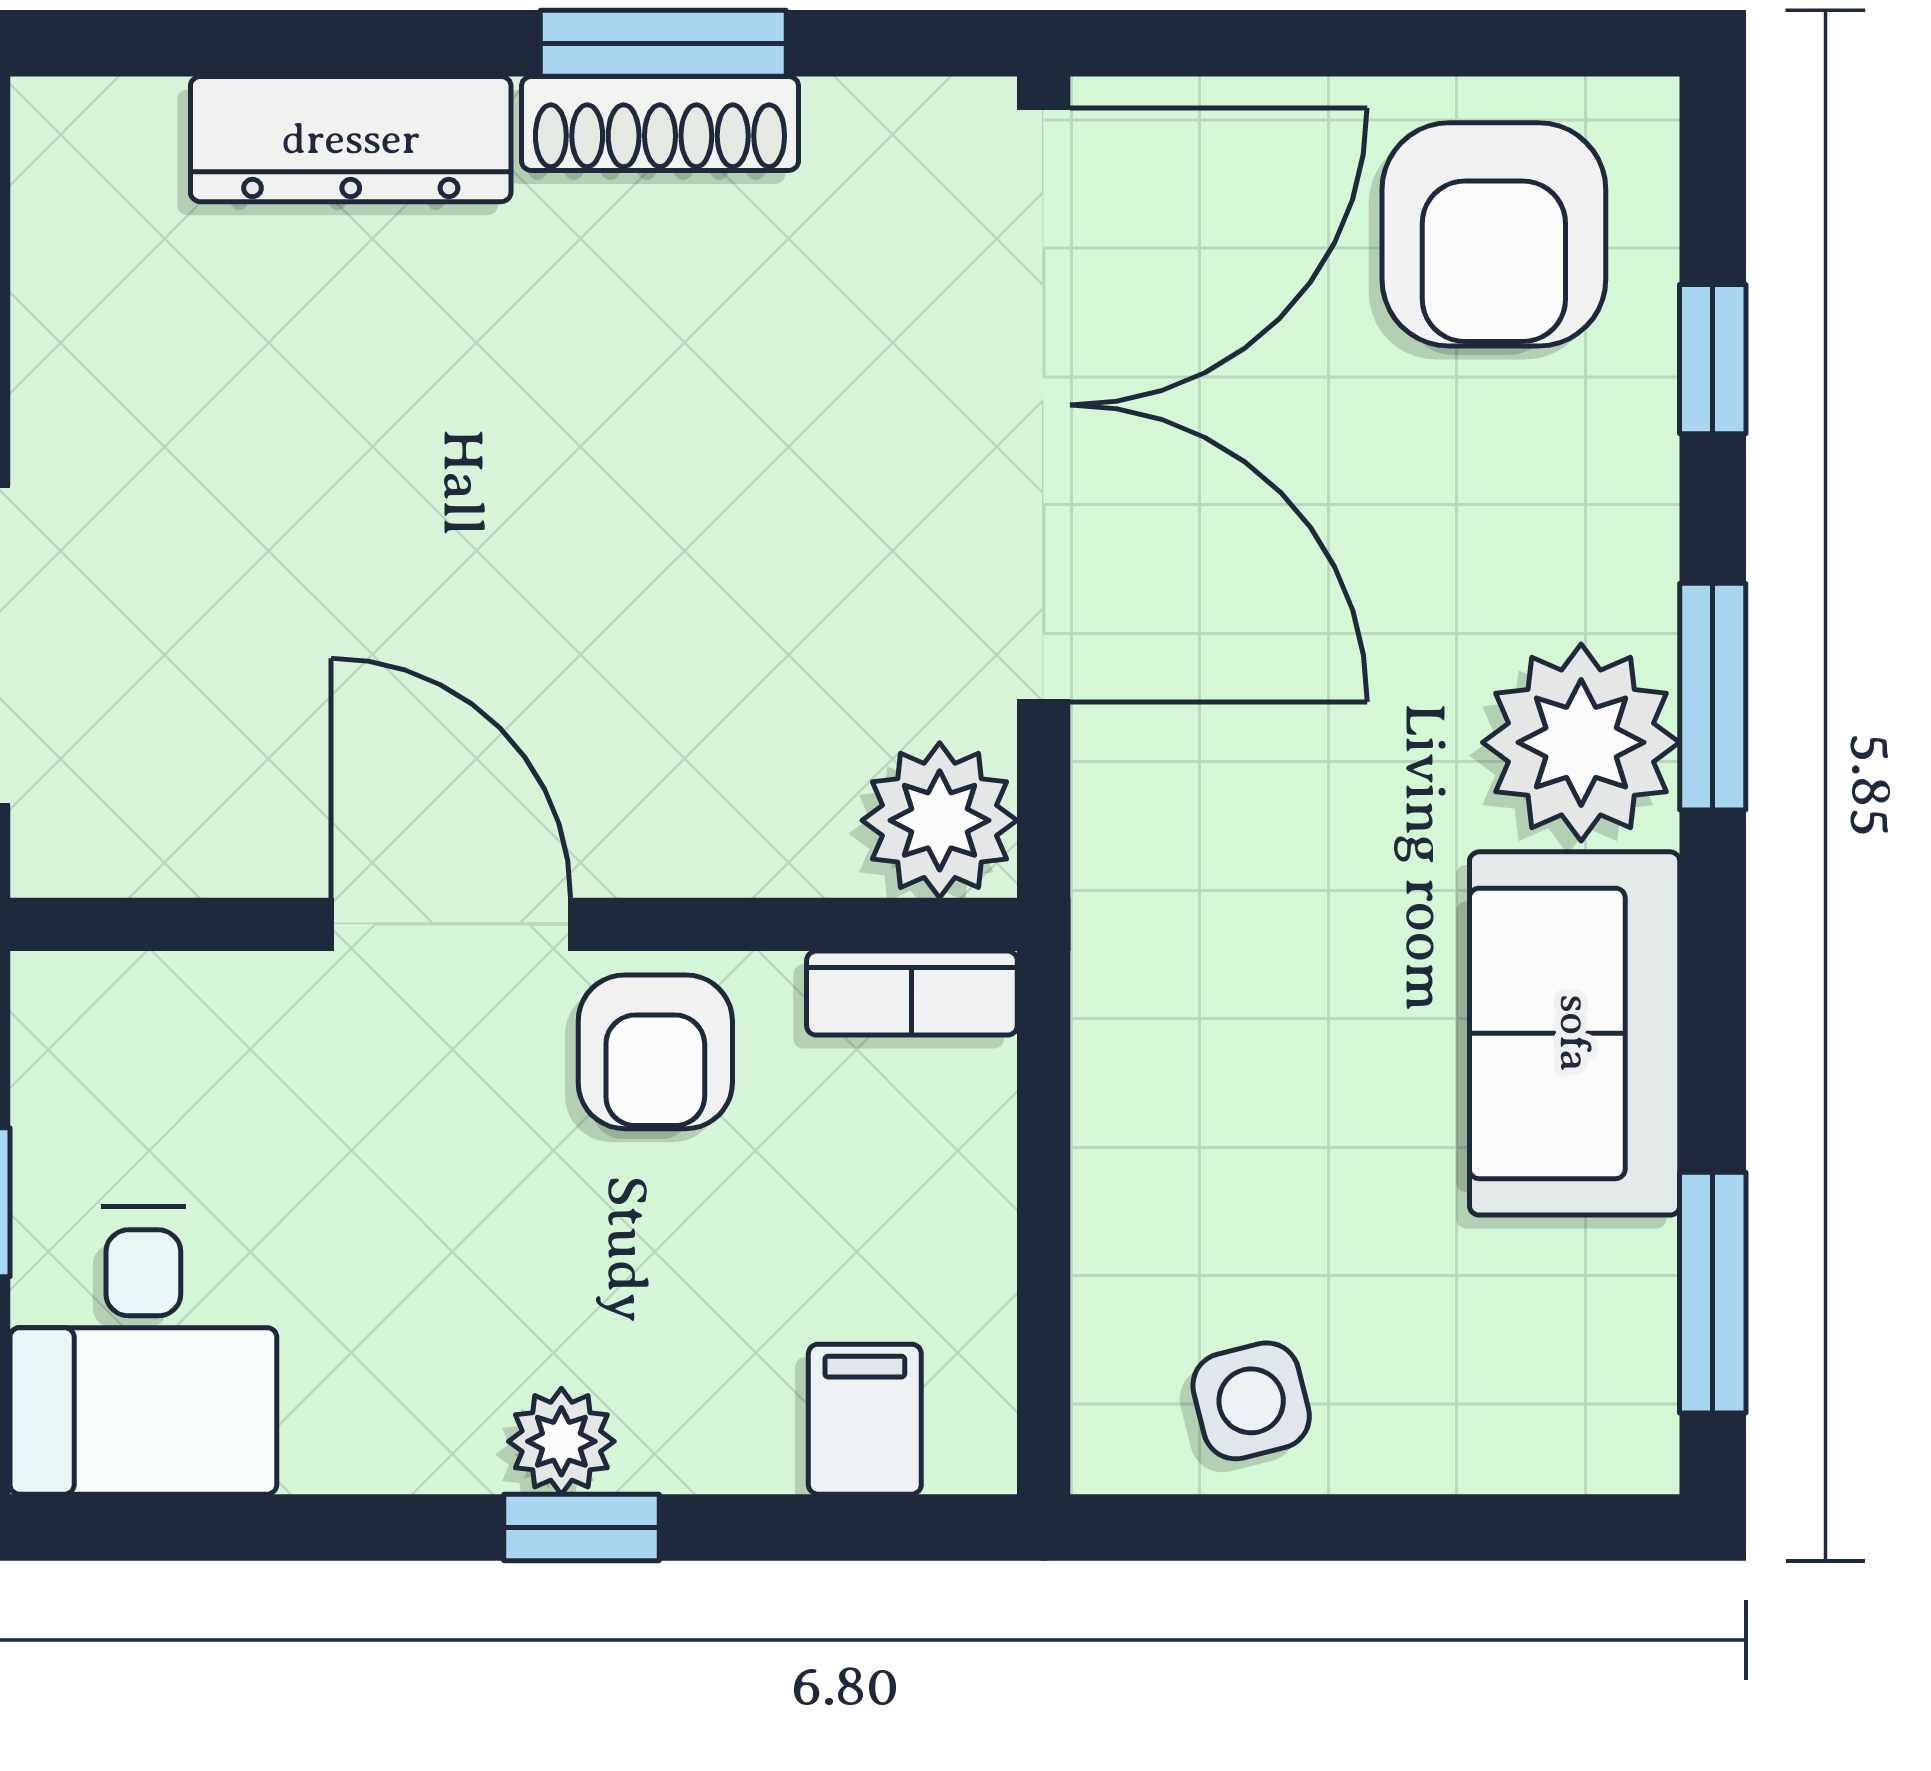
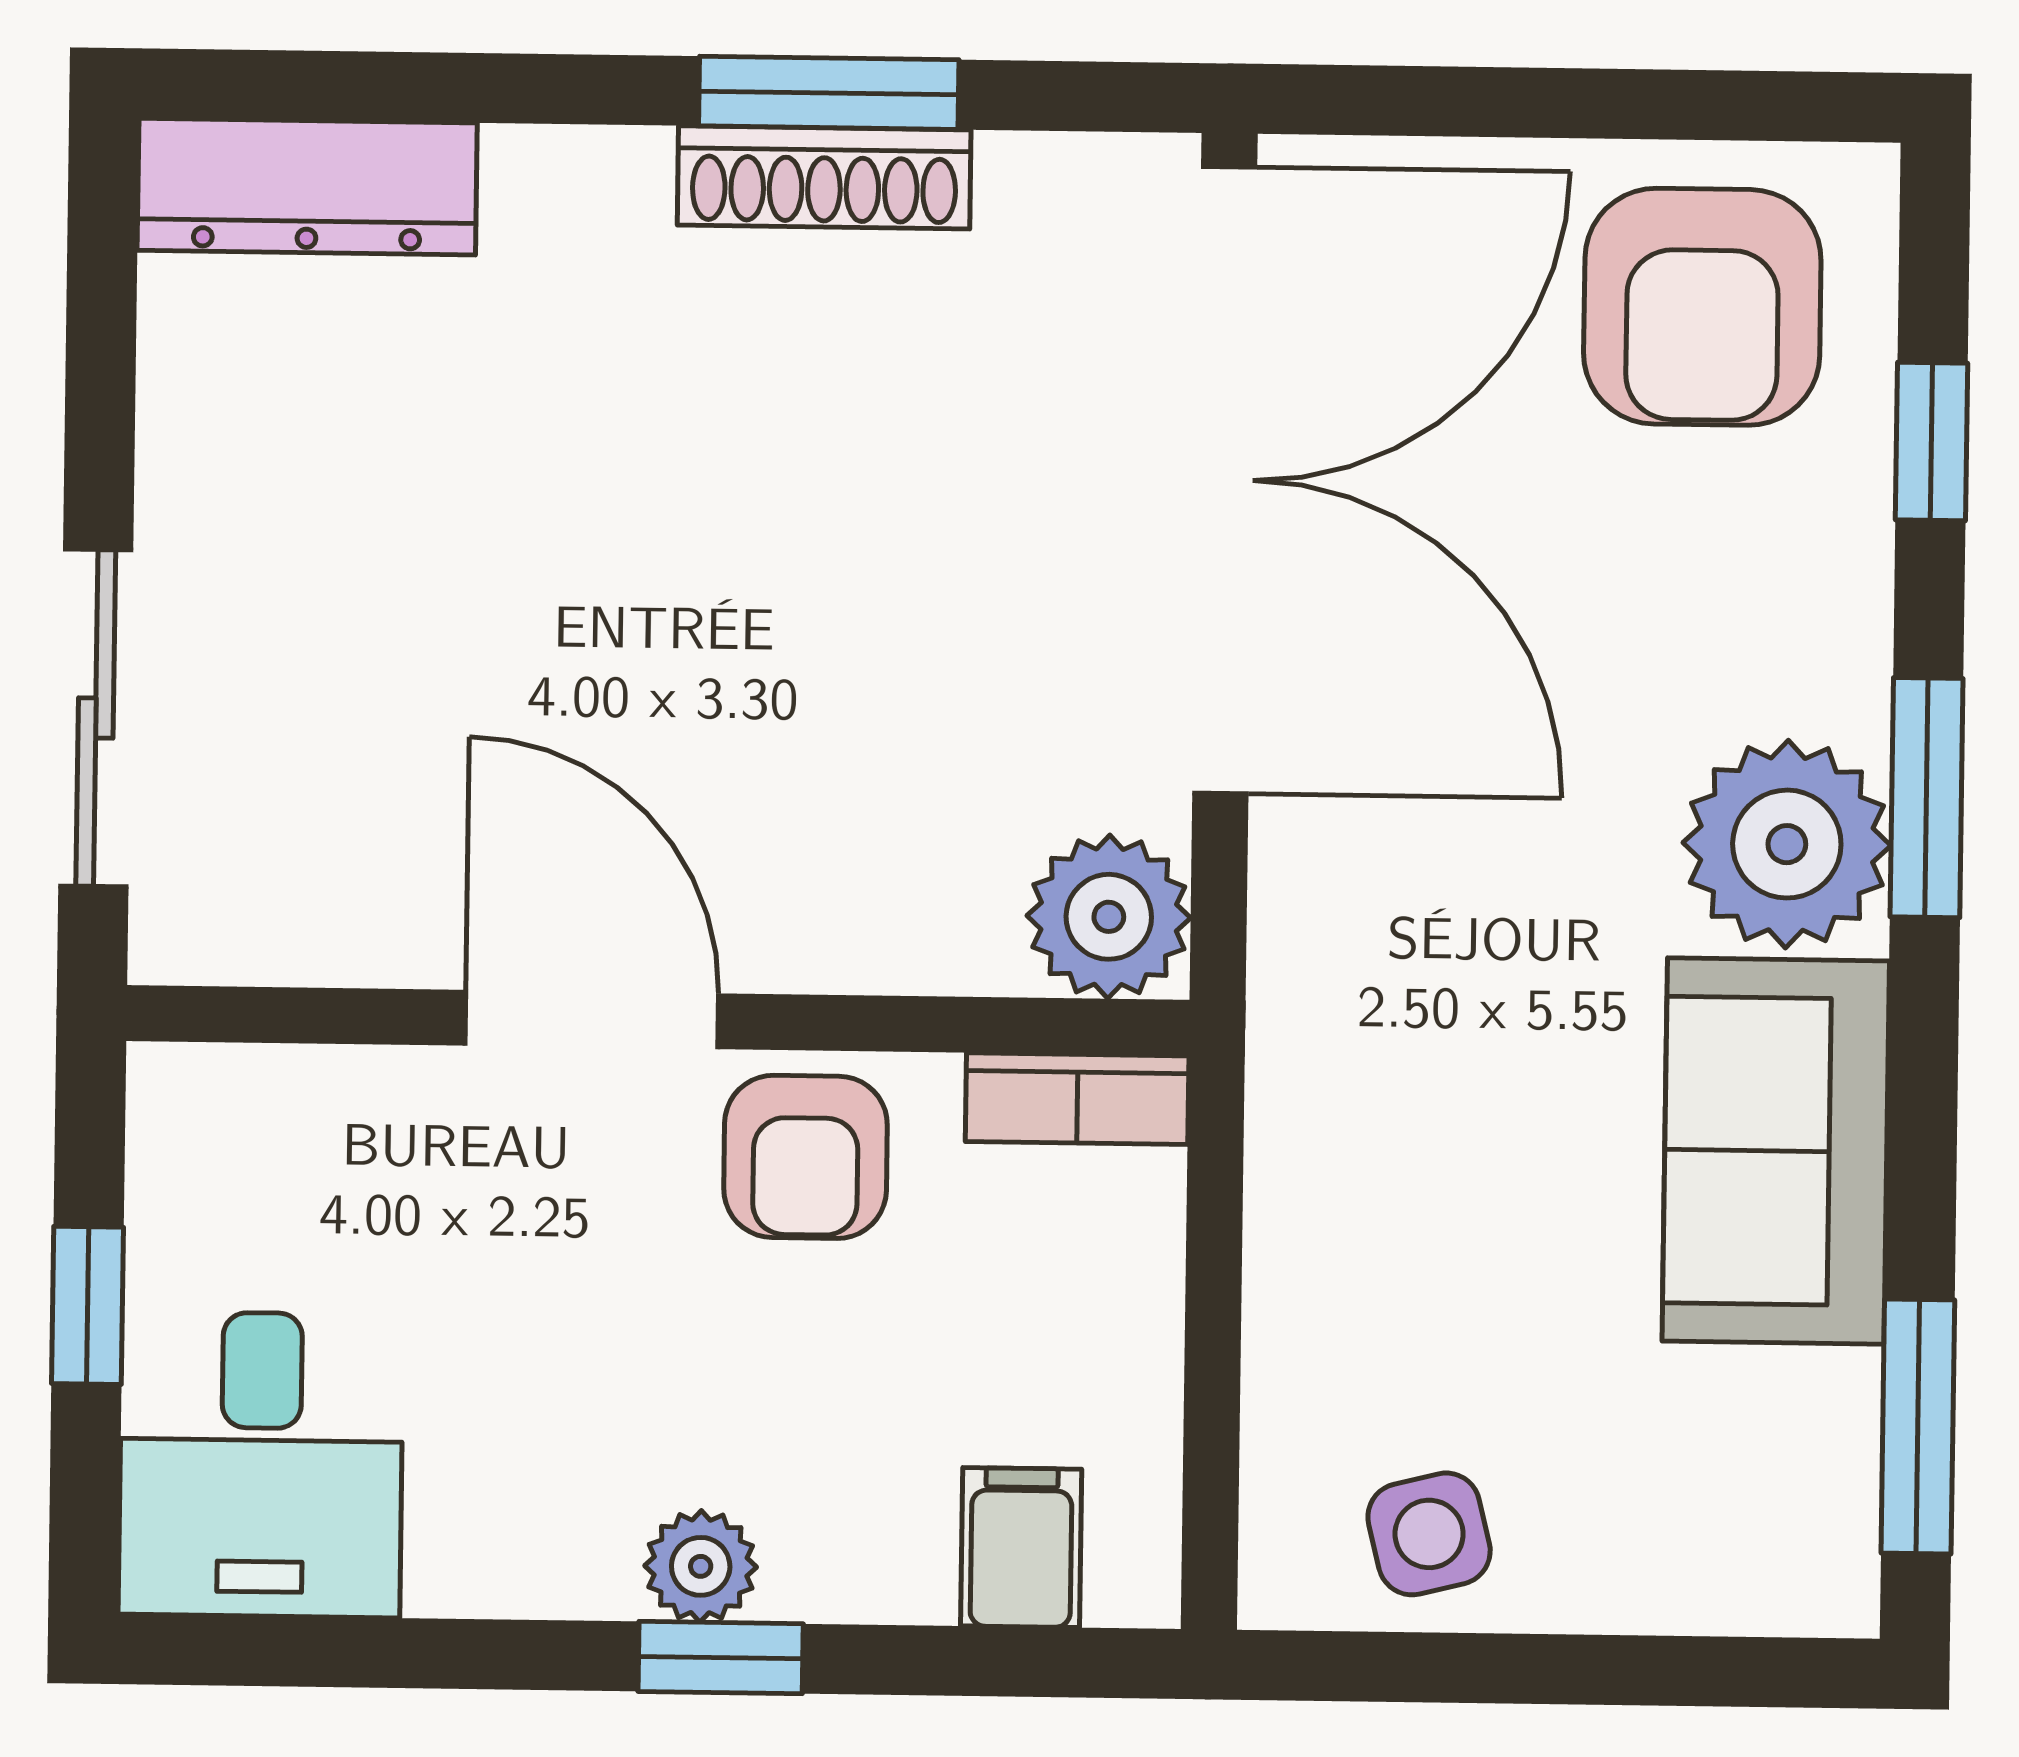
dresser: (351, 139) -> (307, 187), moved

